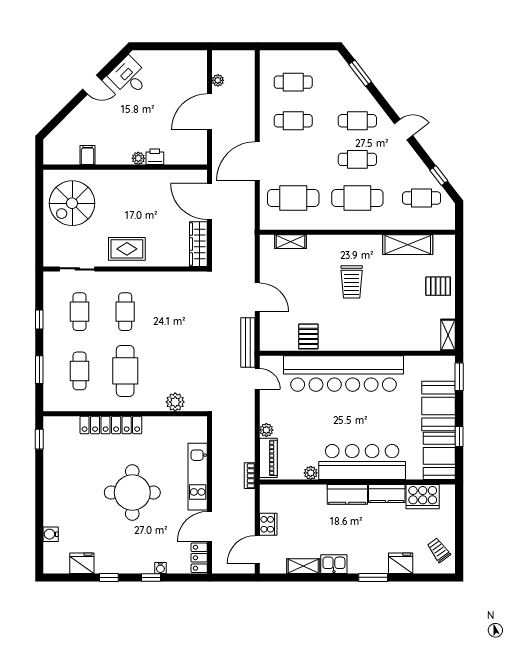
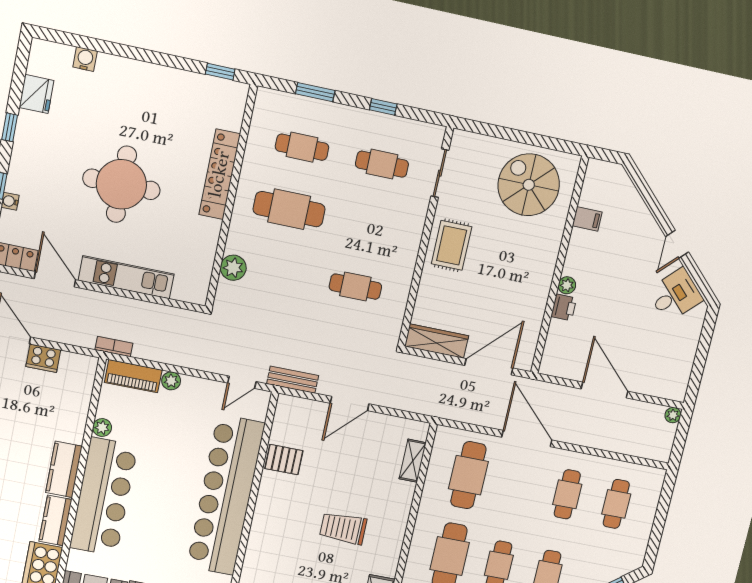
plant: (218, 80) -> (673, 415), moved
cafe table: (125, 312) -> (355, 287), moved
bench: (248, 343) -> (293, 380), width x0.73

